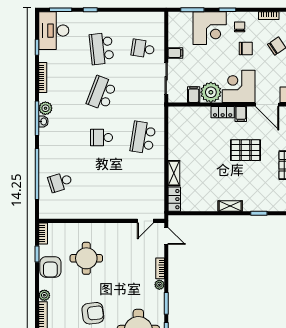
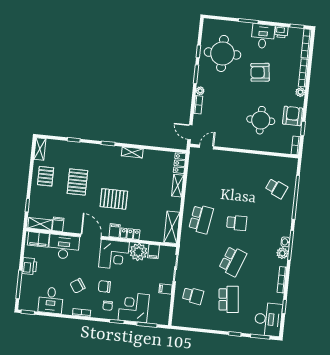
shelving: (175, 125) -> (172, 227), added
school desk: (60, 182) -> (276, 188), turned 42

